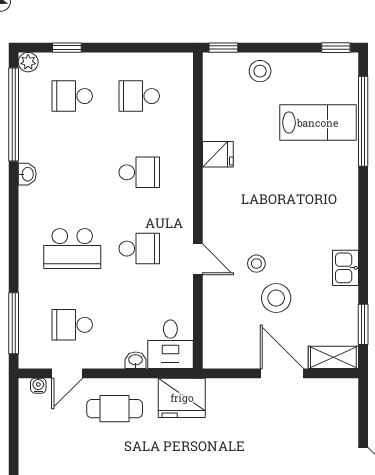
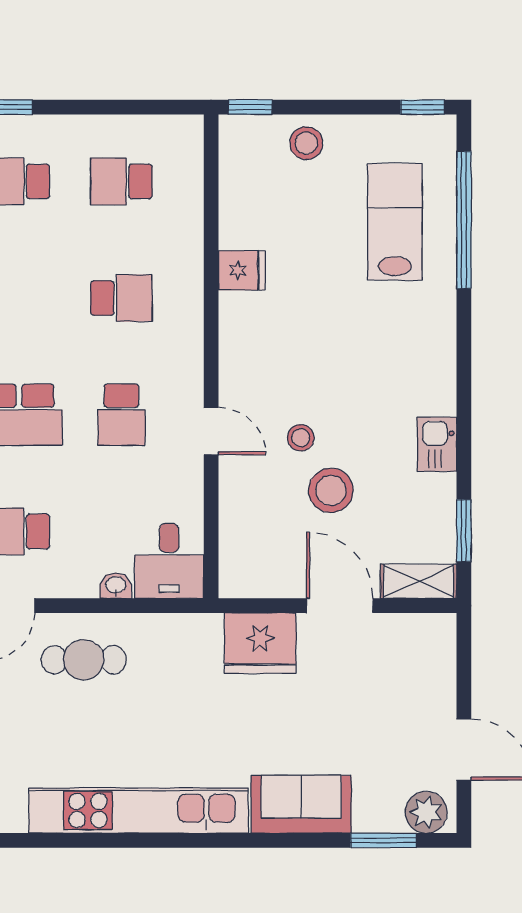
lab bench: (318, 123) -> (395, 222), turned -90
school desk: (139, 249) -> (121, 415), turned 90
fridge: (182, 398) -> (260, 643), moved

